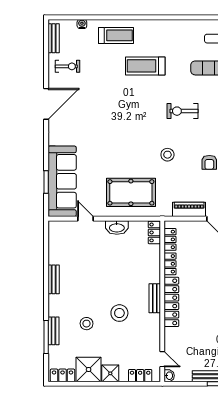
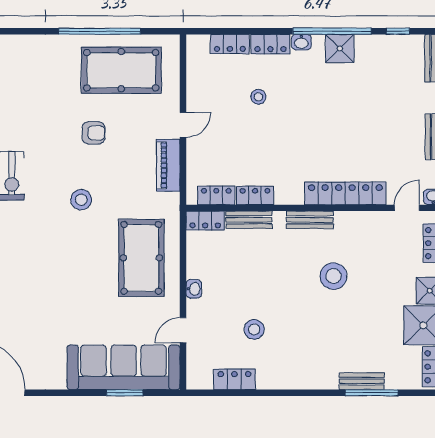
washbasin: (117, 227) -> (194, 289), width x0.52, depth x0.69
locker: (55, 251) -> (234, 379), added
bench: (54, 279) -> (249, 220), moved
locker: (171, 302) -> (345, 193), moved
stool: (87, 324) -> (254, 329), moved

